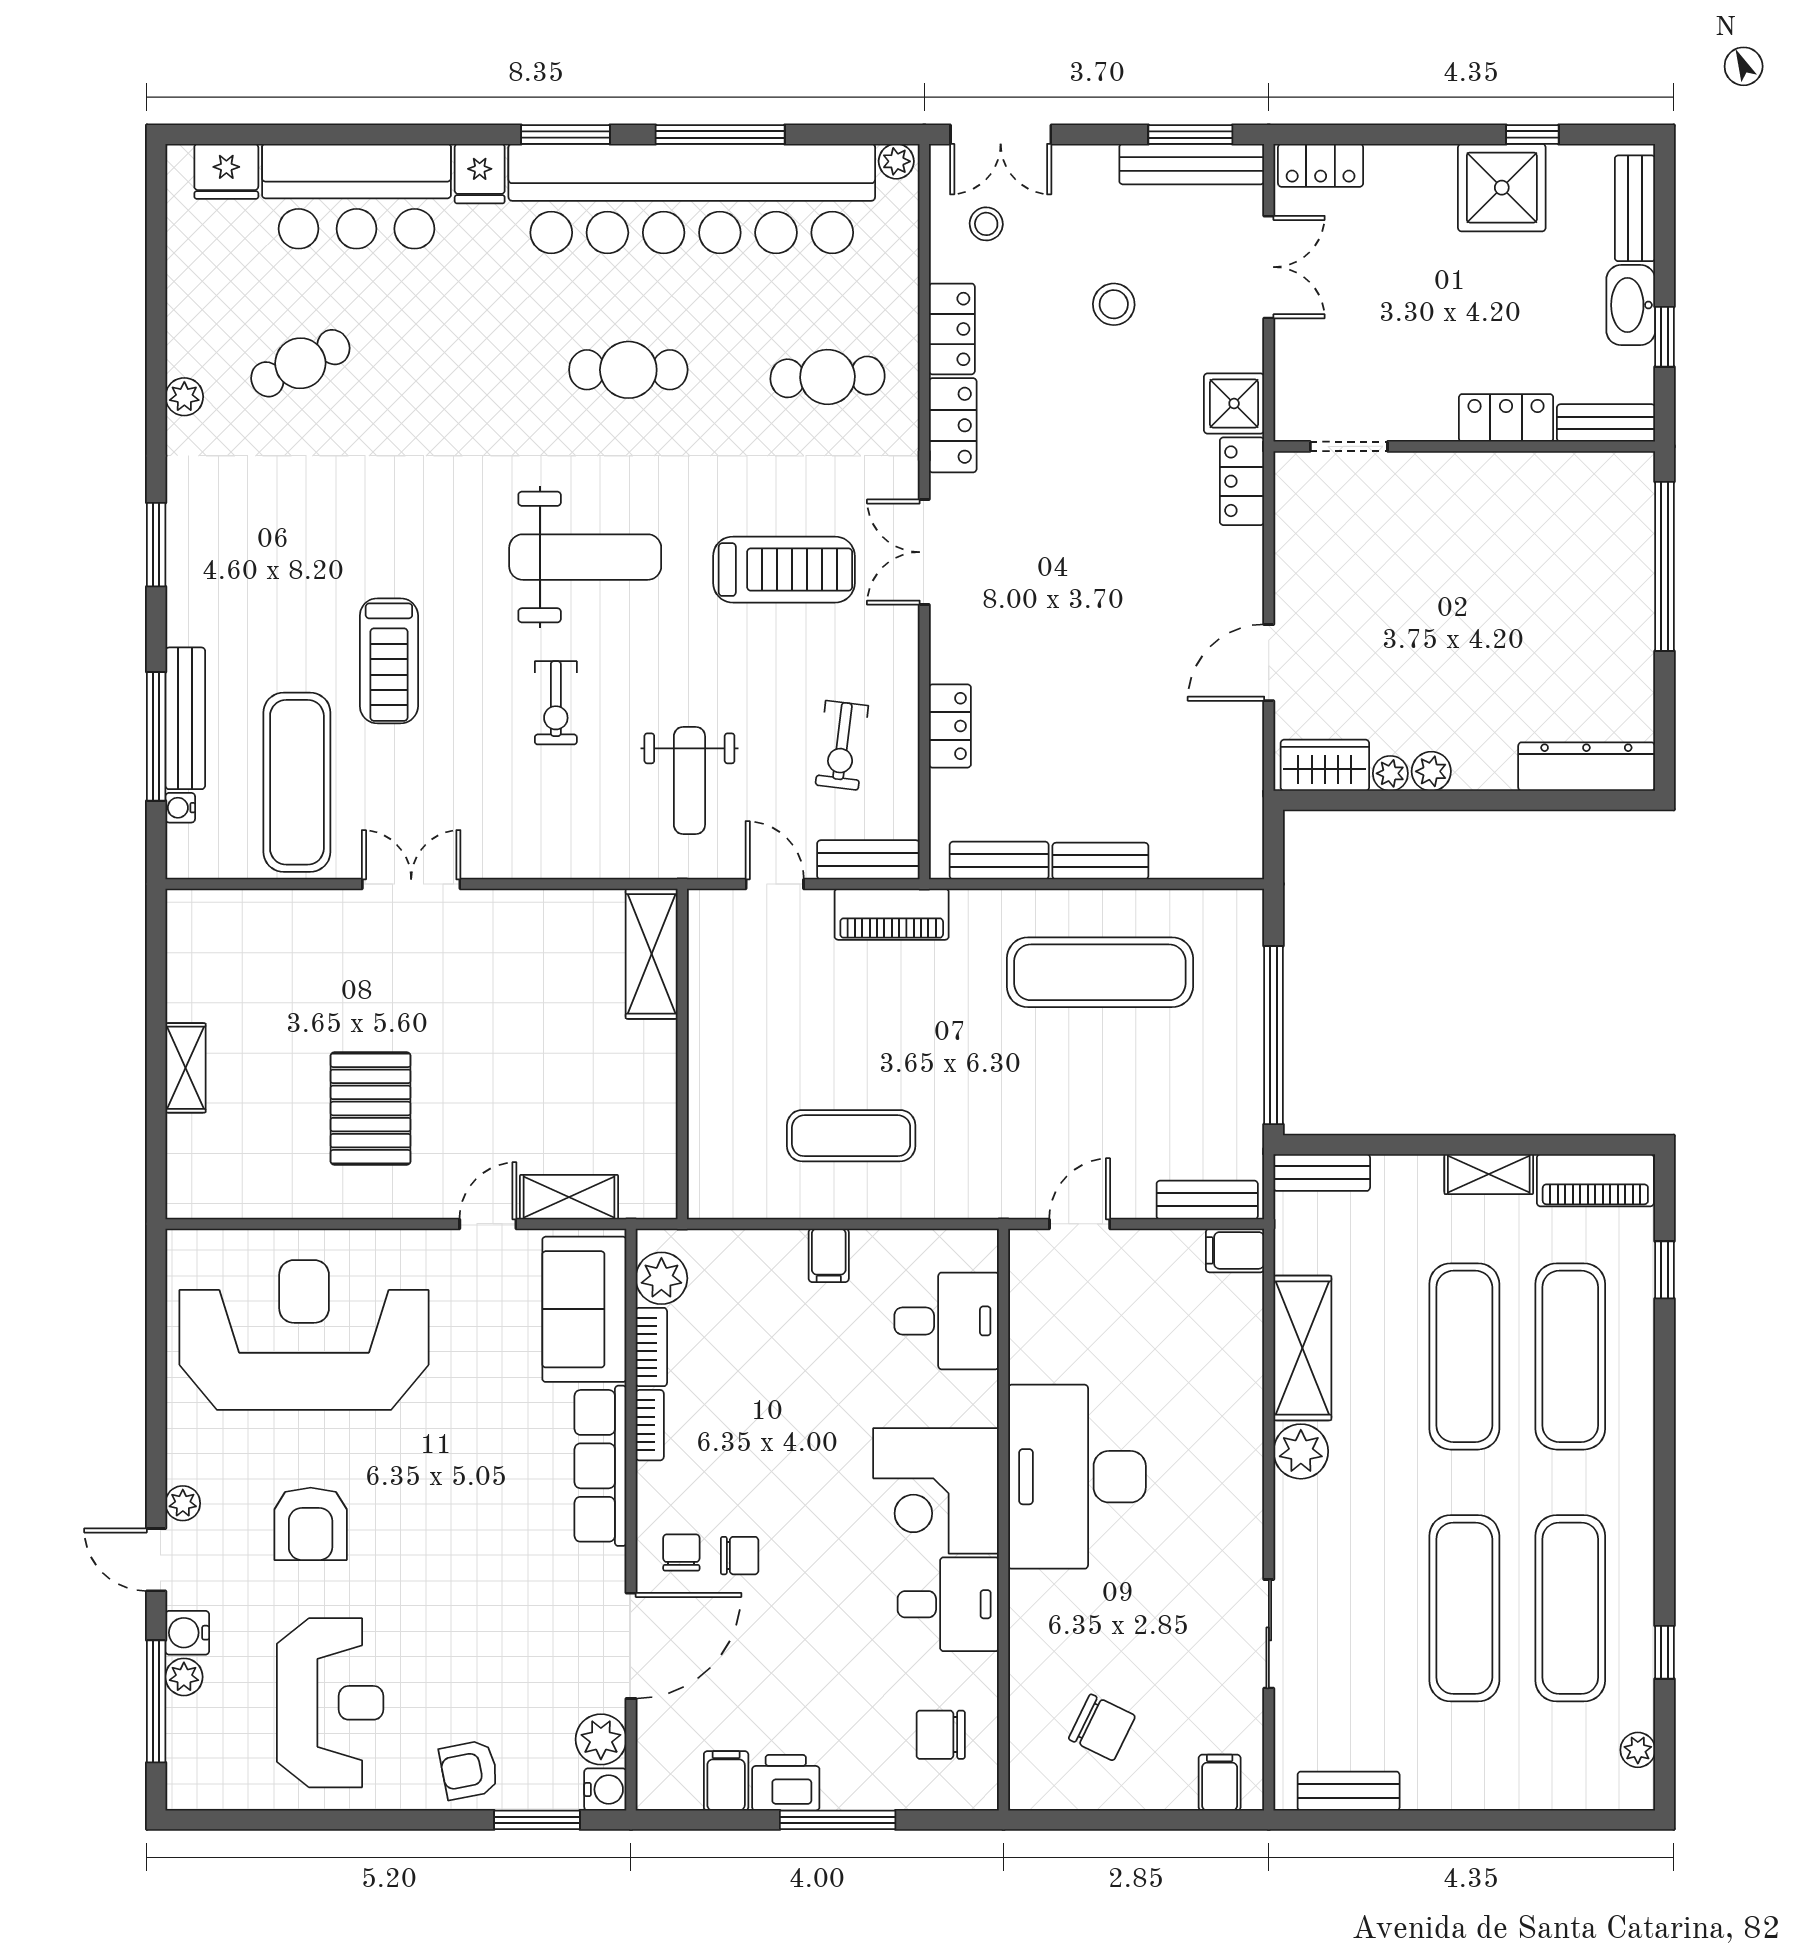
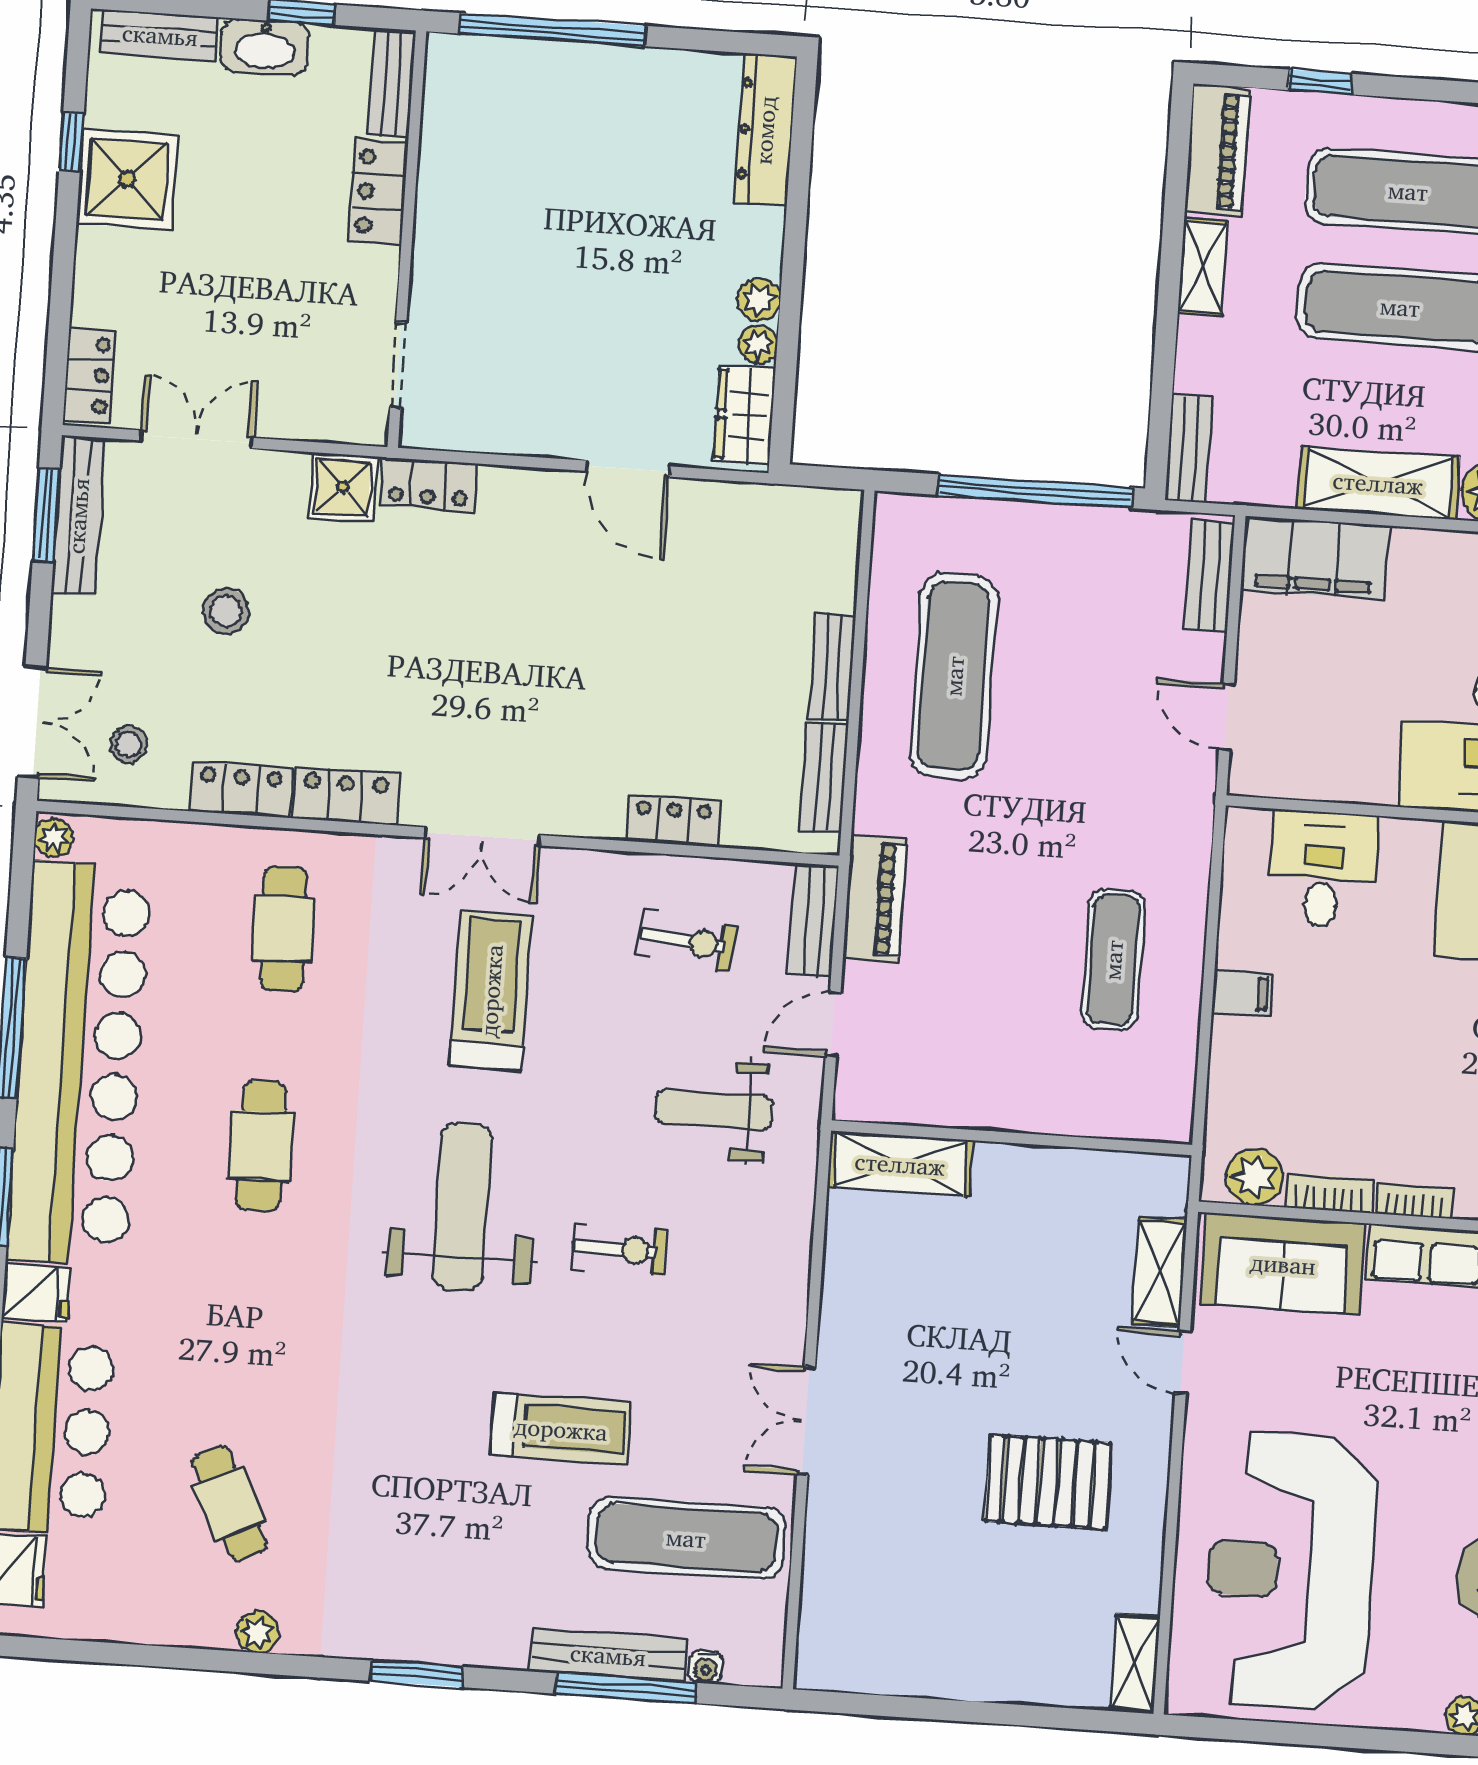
weight bench: (689, 781) -> (714, 1110), turned 180
shelving: (186, 1068) -> (1135, 1664), moved, turned 90
filing cabinet: (1235, 1250) -> (1314, 558), width x3.00, depth x1.17

